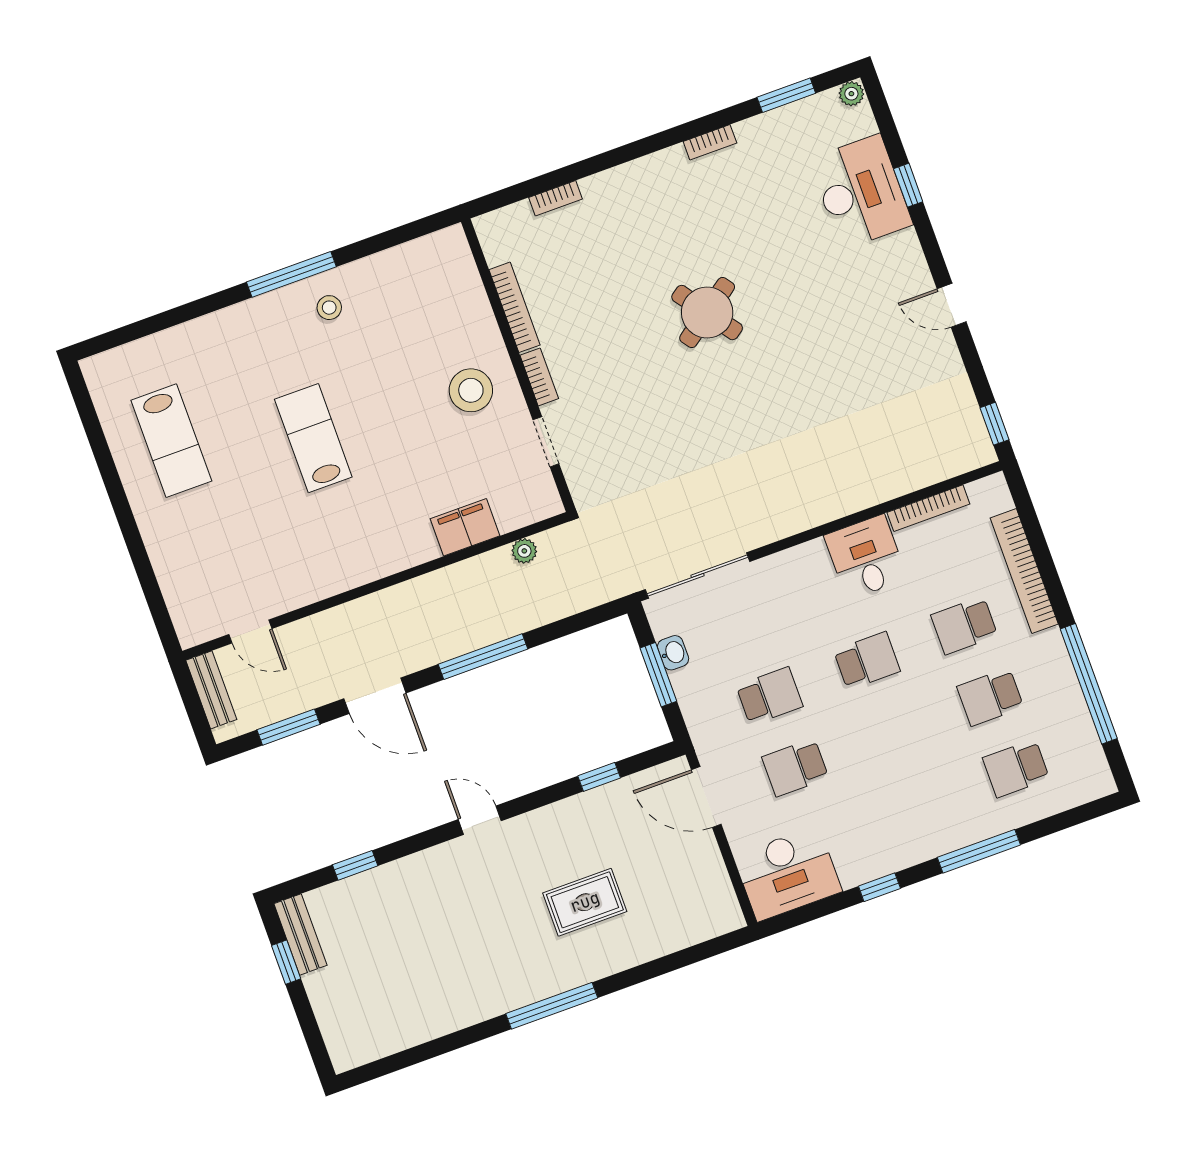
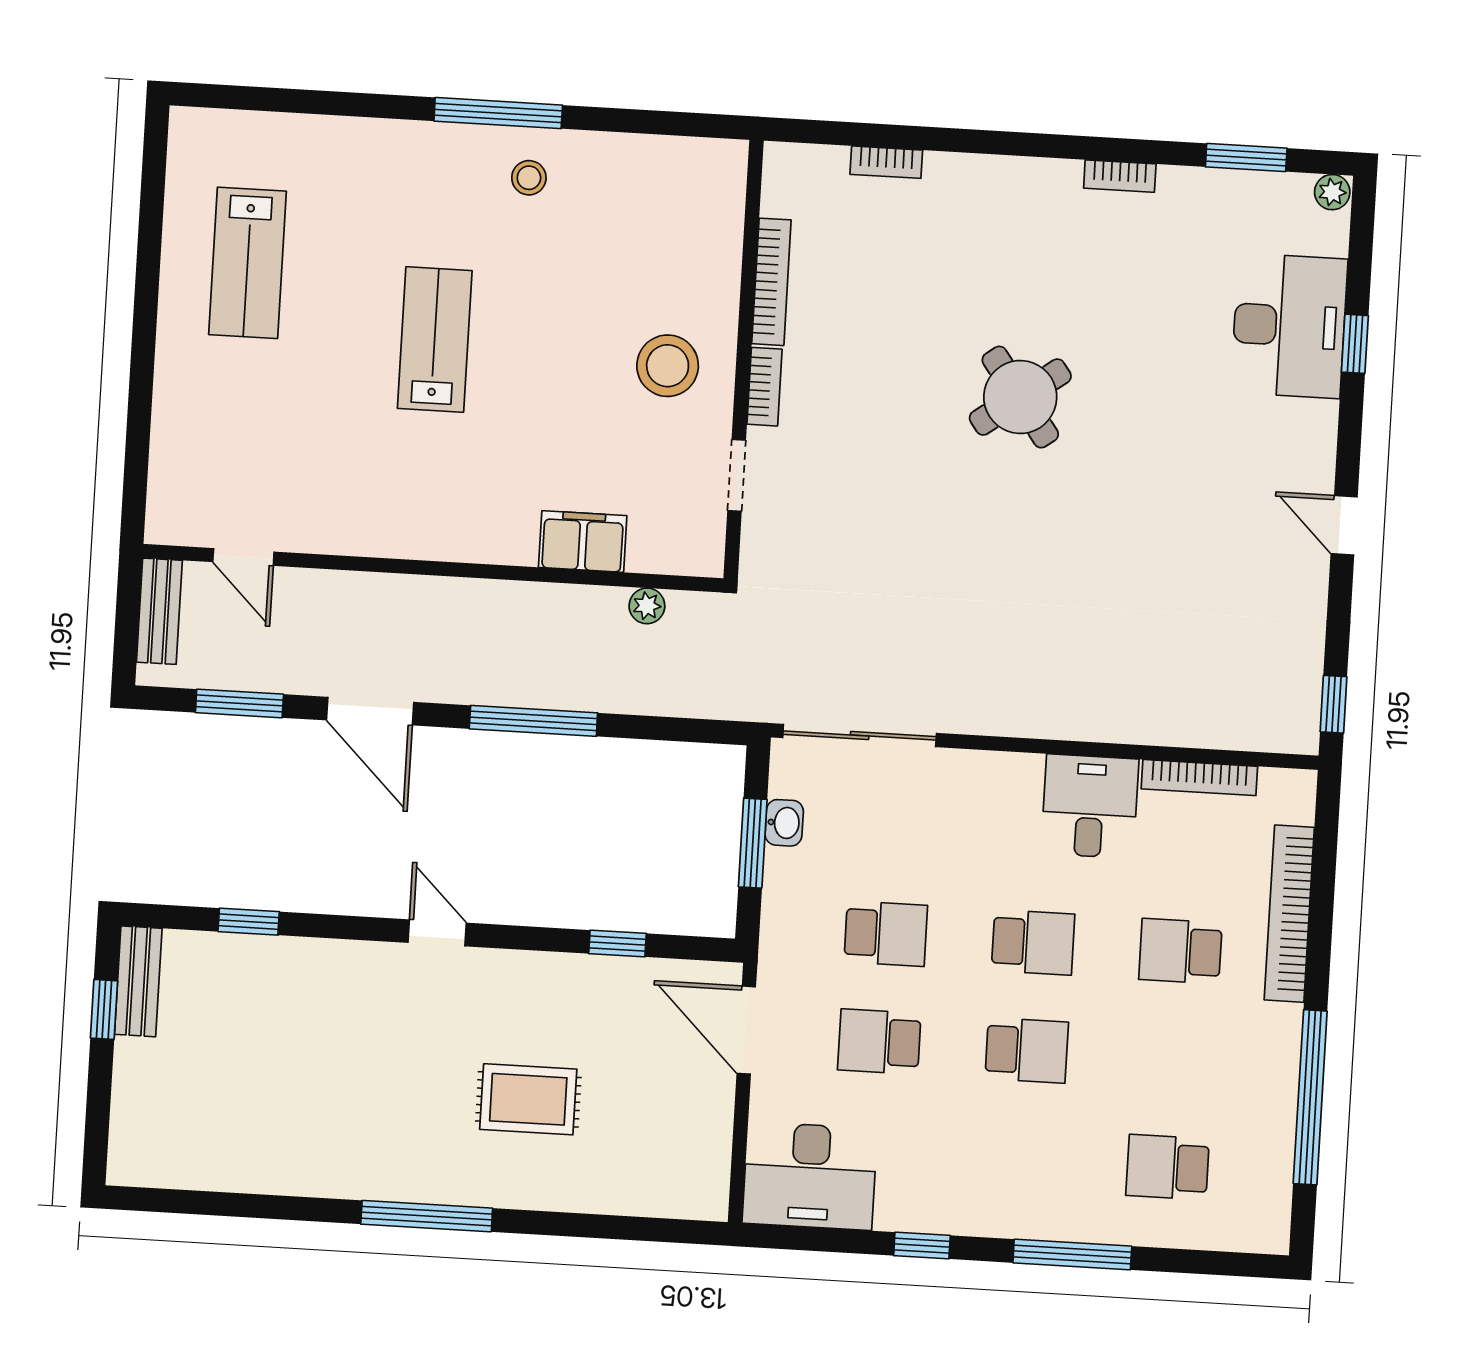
school desk: (990, 697) -> (1027, 1050), moved, turned 180

